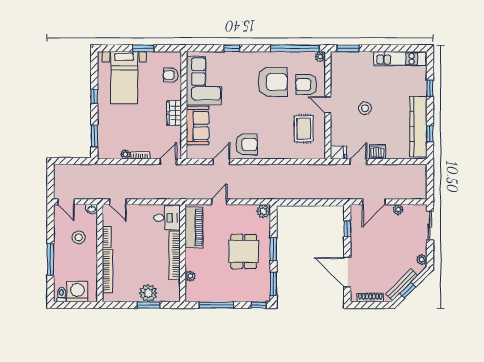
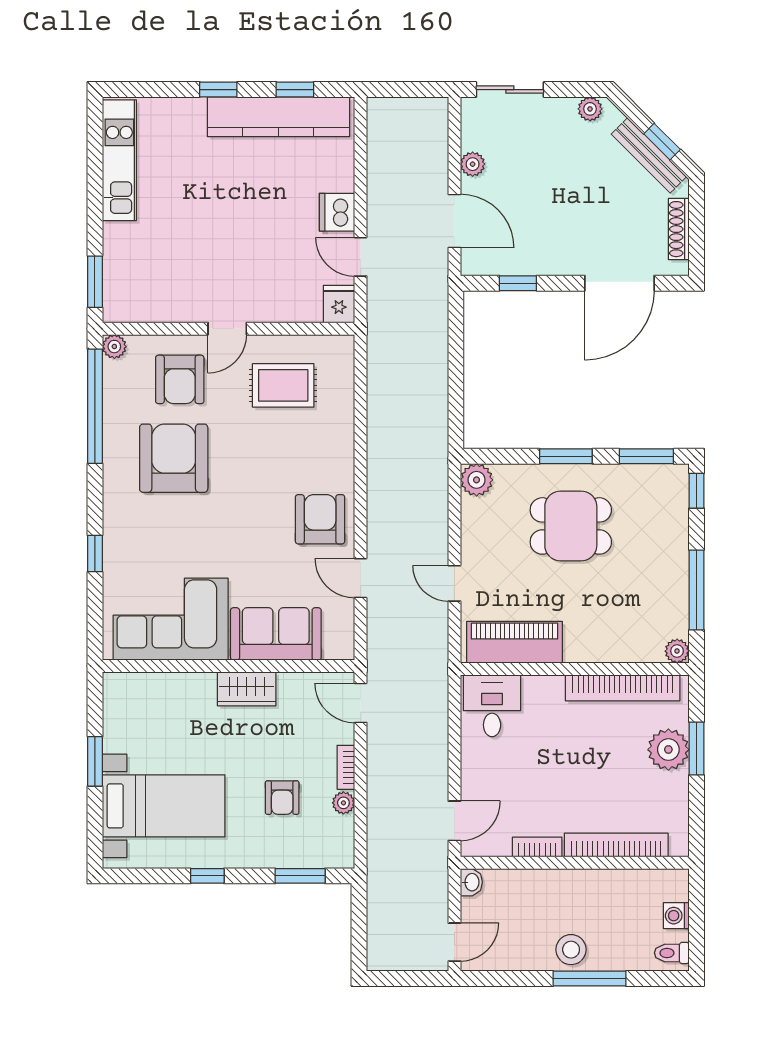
armchair: (171, 75) -> (282, 798), moved
window: (430, 88) -> (218, 90), moved
stool: (365, 108) -> (235, 241), removed
stool: (79, 237) -> (571, 950), moved
bookcase: (175, 255) -> (623, 688), moved
plant: (190, 276) -> (677, 651), moved
washing machine: (77, 292) -> (676, 916), width x0.53, depth x0.53

